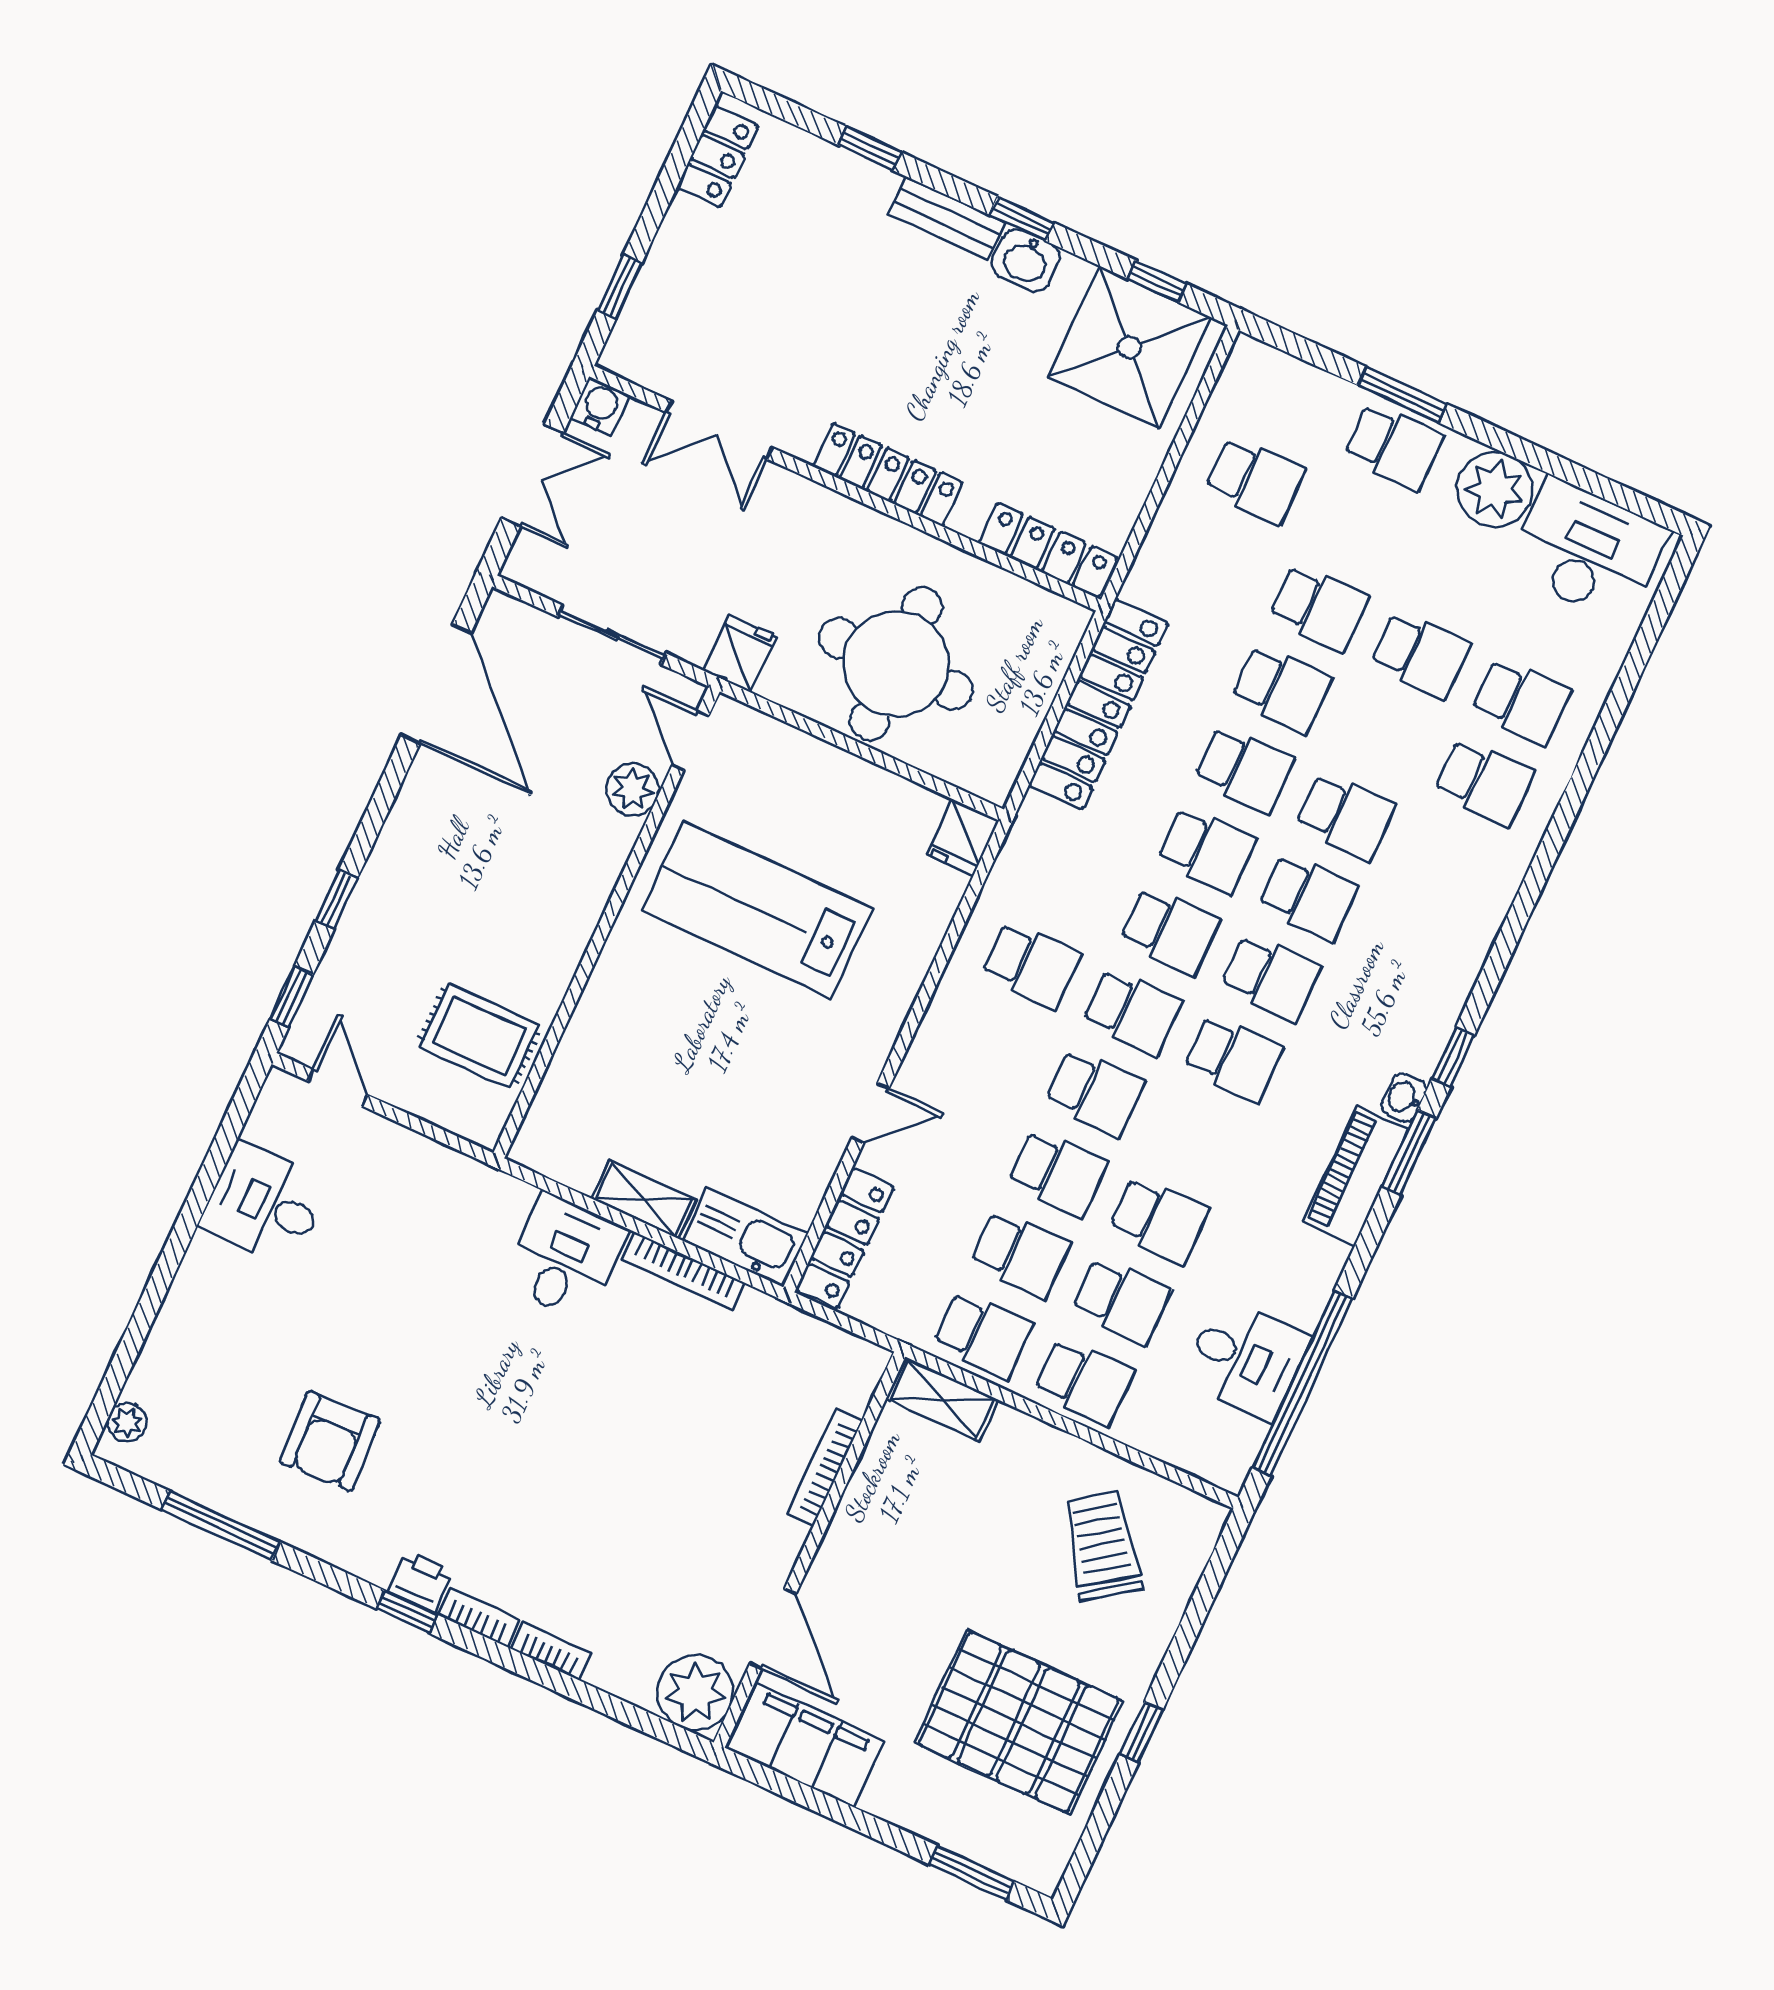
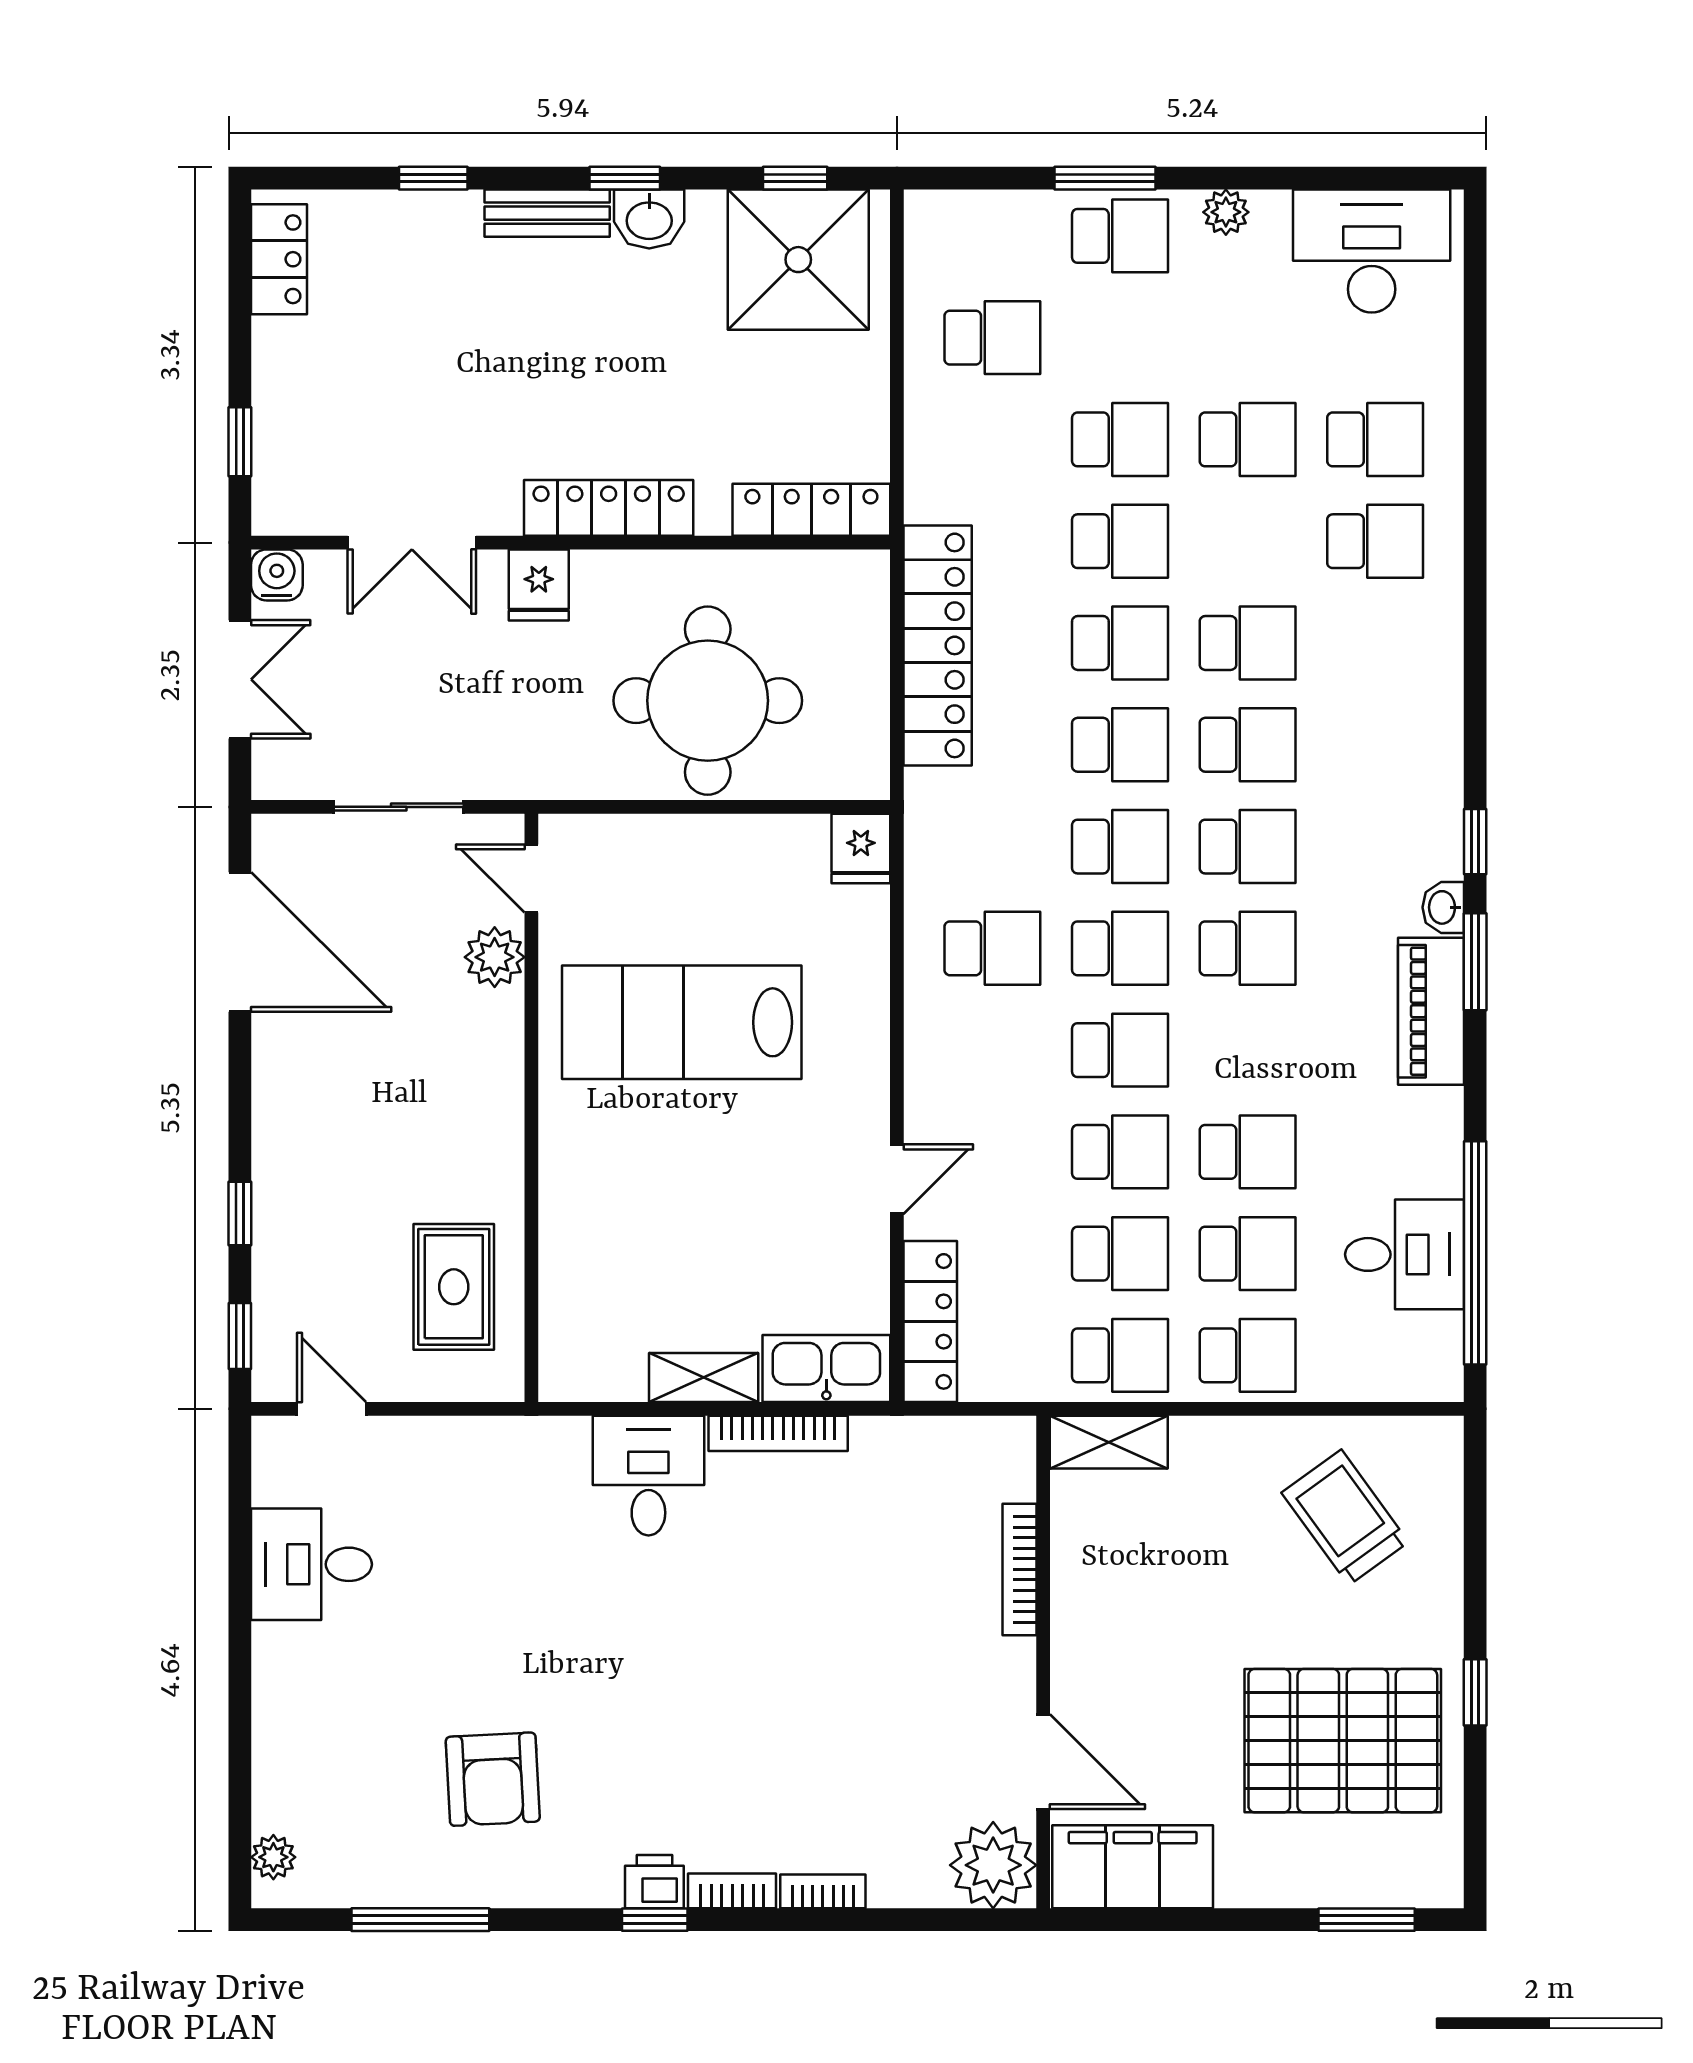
plant: (1495, 489) -> (1226, 212), width x0.53, depth x0.53
fridge: (740, 653) -> (539, 585), moved, turned 180
rug: (479, 1036) -> (454, 1287), turned 90

